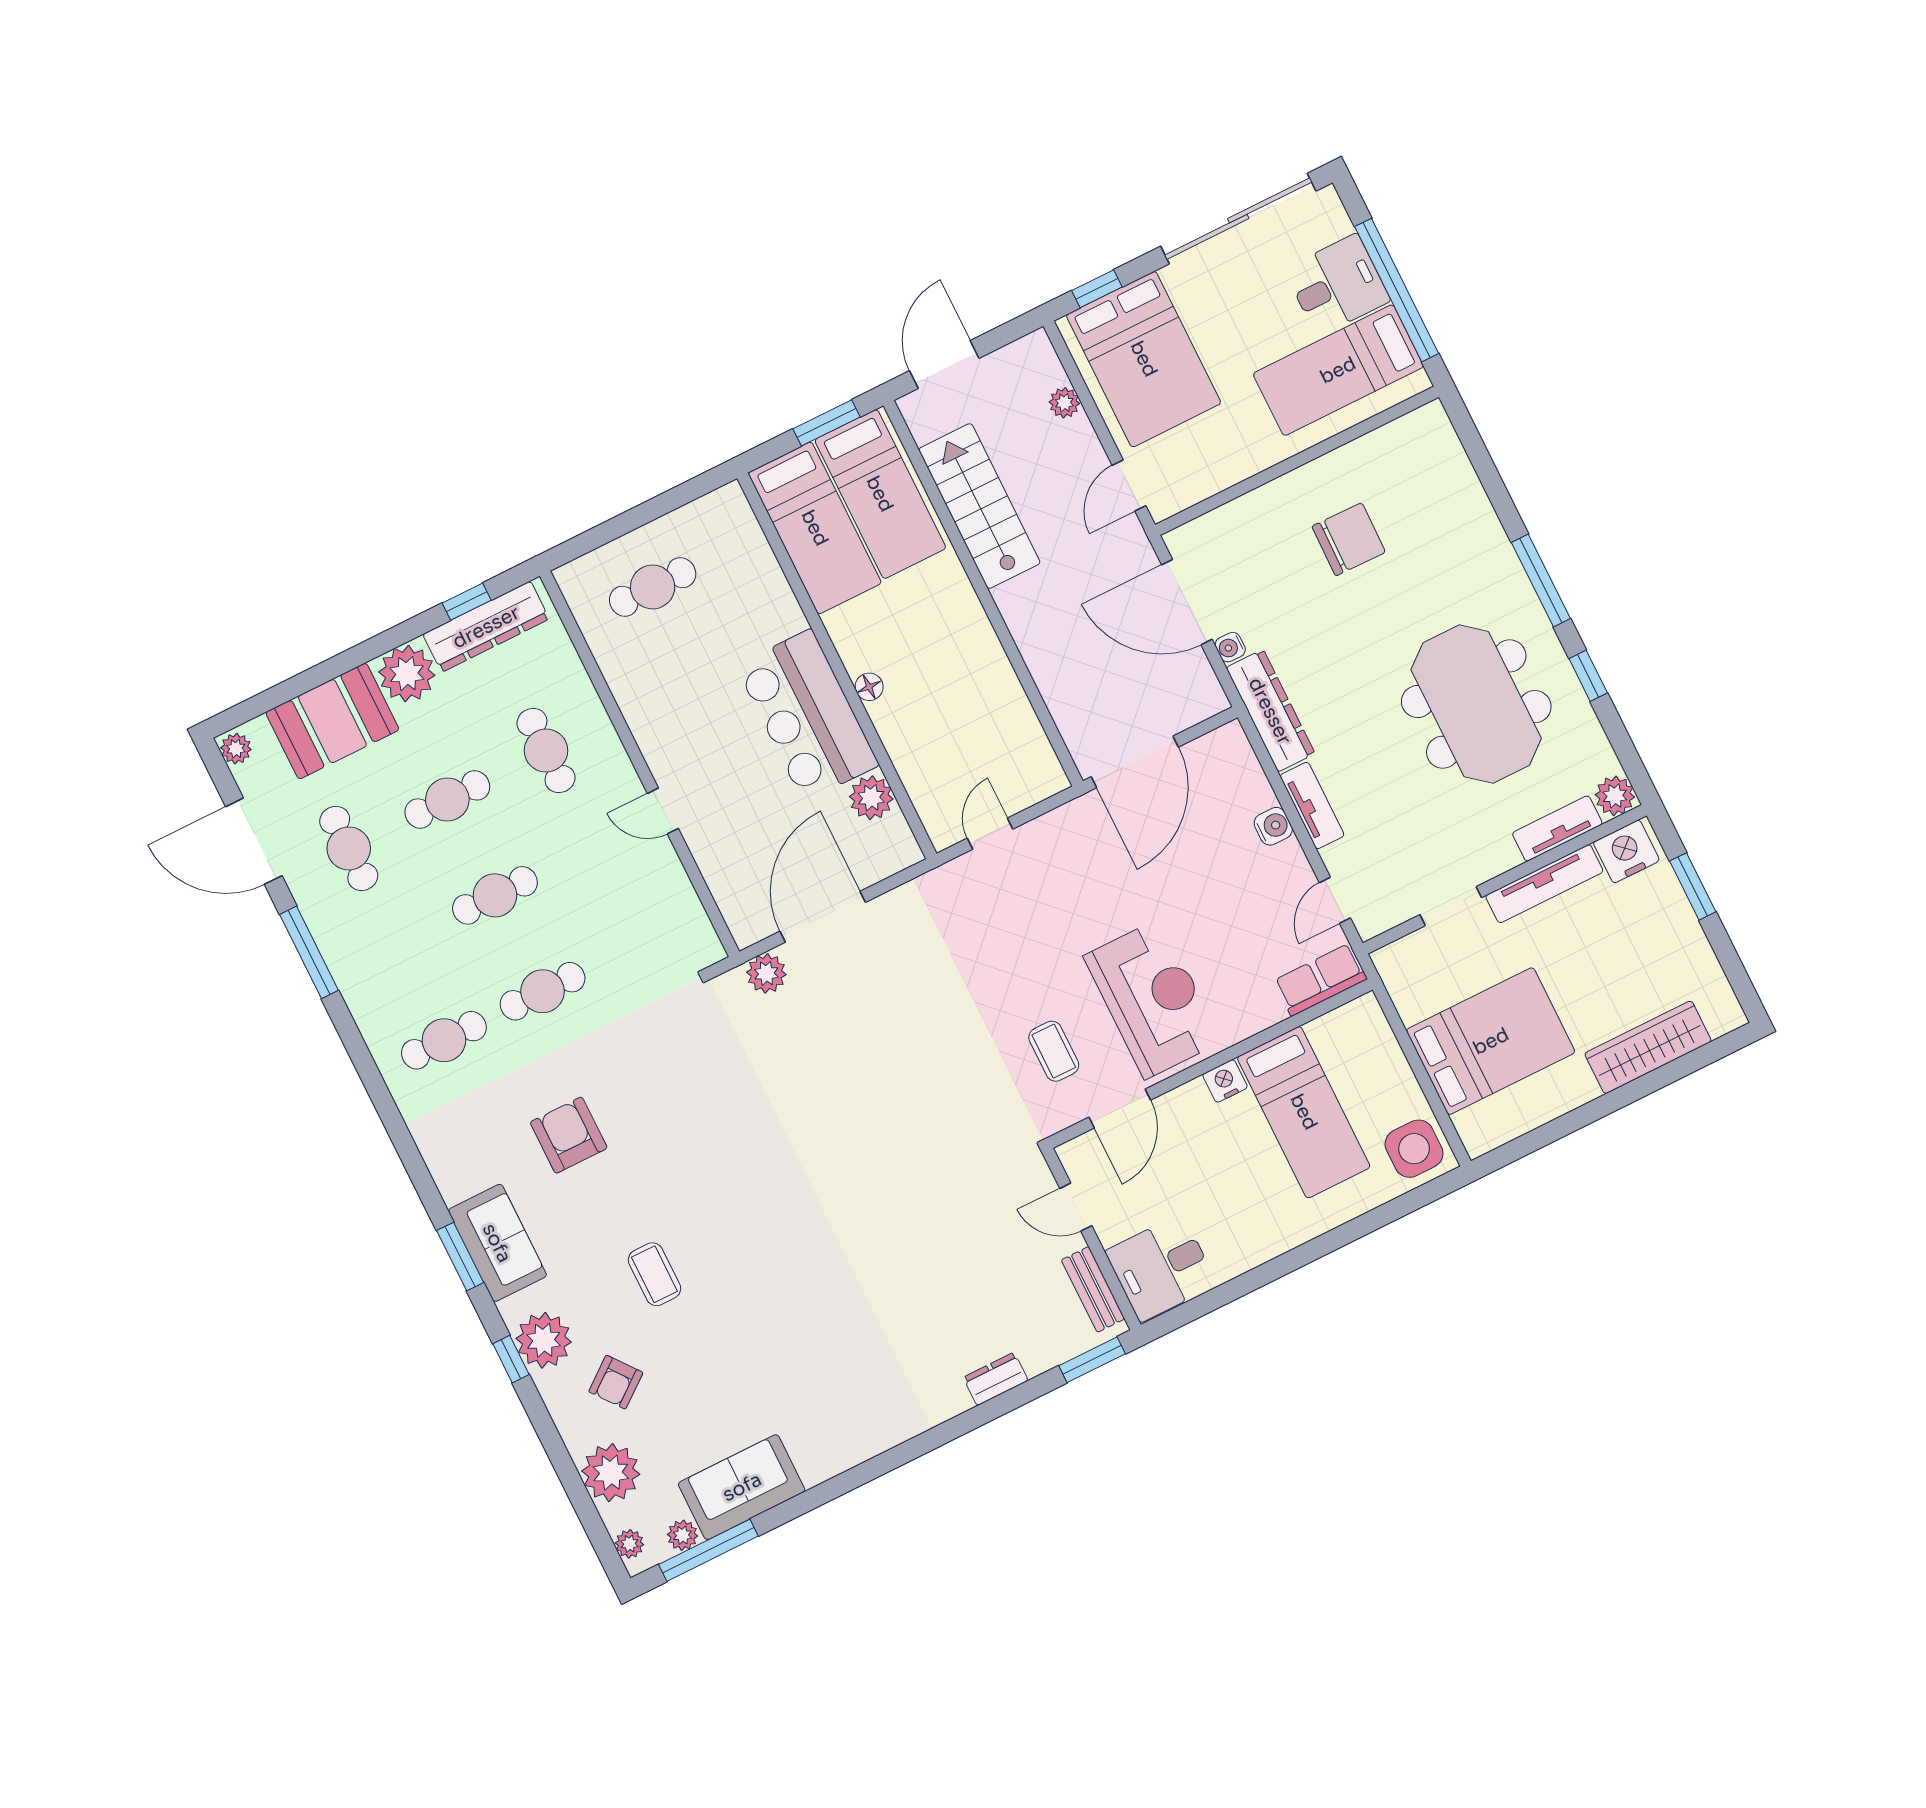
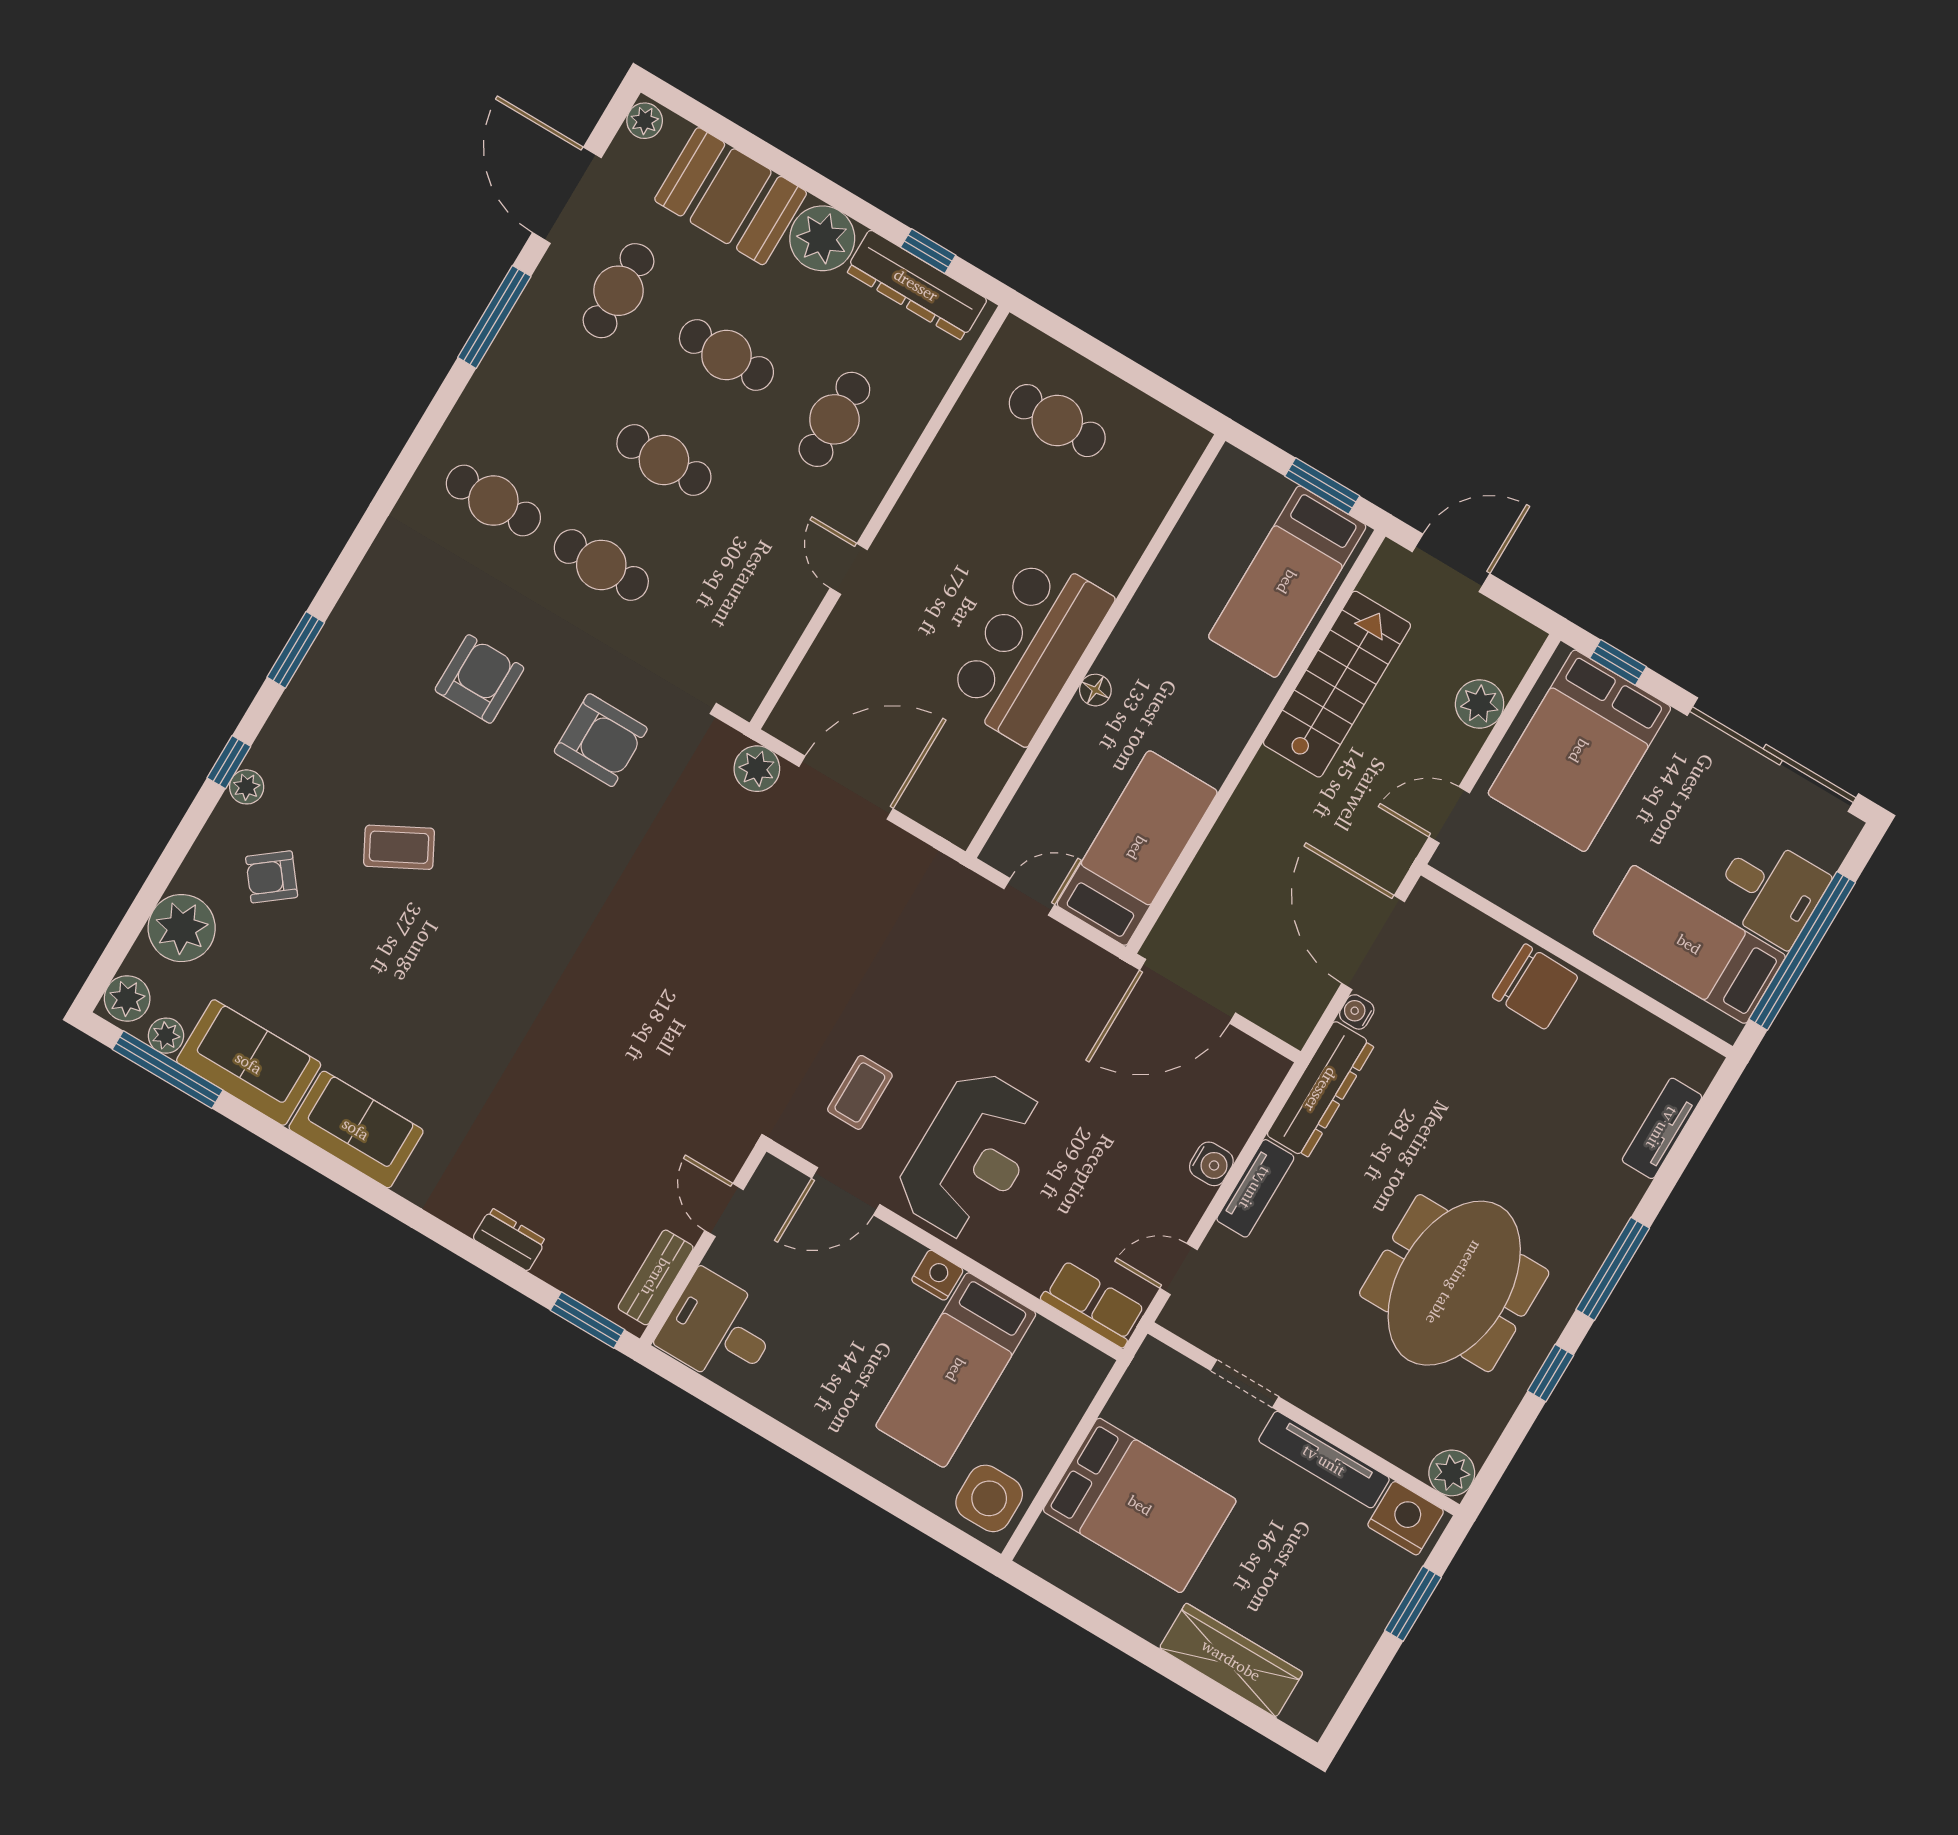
plant: (1064, 403) -> (1480, 704), width x1.38, depth x1.38
bed: (815, 528) -> (1137, 848), moved, turned 180
chair: (1349, 539) -> (1535, 987), moved
plant: (871, 798) -> (990, 761), removed
tv unit: (1557, 829) -> (1662, 1128), moved, turned -90
armchair: (671, 1075) -> (601, 740), added
sofa: (497, 1243) -> (356, 1129), moved, turned -90
coffee table: (654, 1274) -> (399, 847), turned 62
plant: (544, 1340) -> (247, 787), width x0.53, depth x0.53
plant: (629, 1544) -> (127, 999), width x1.38, depth x1.38

